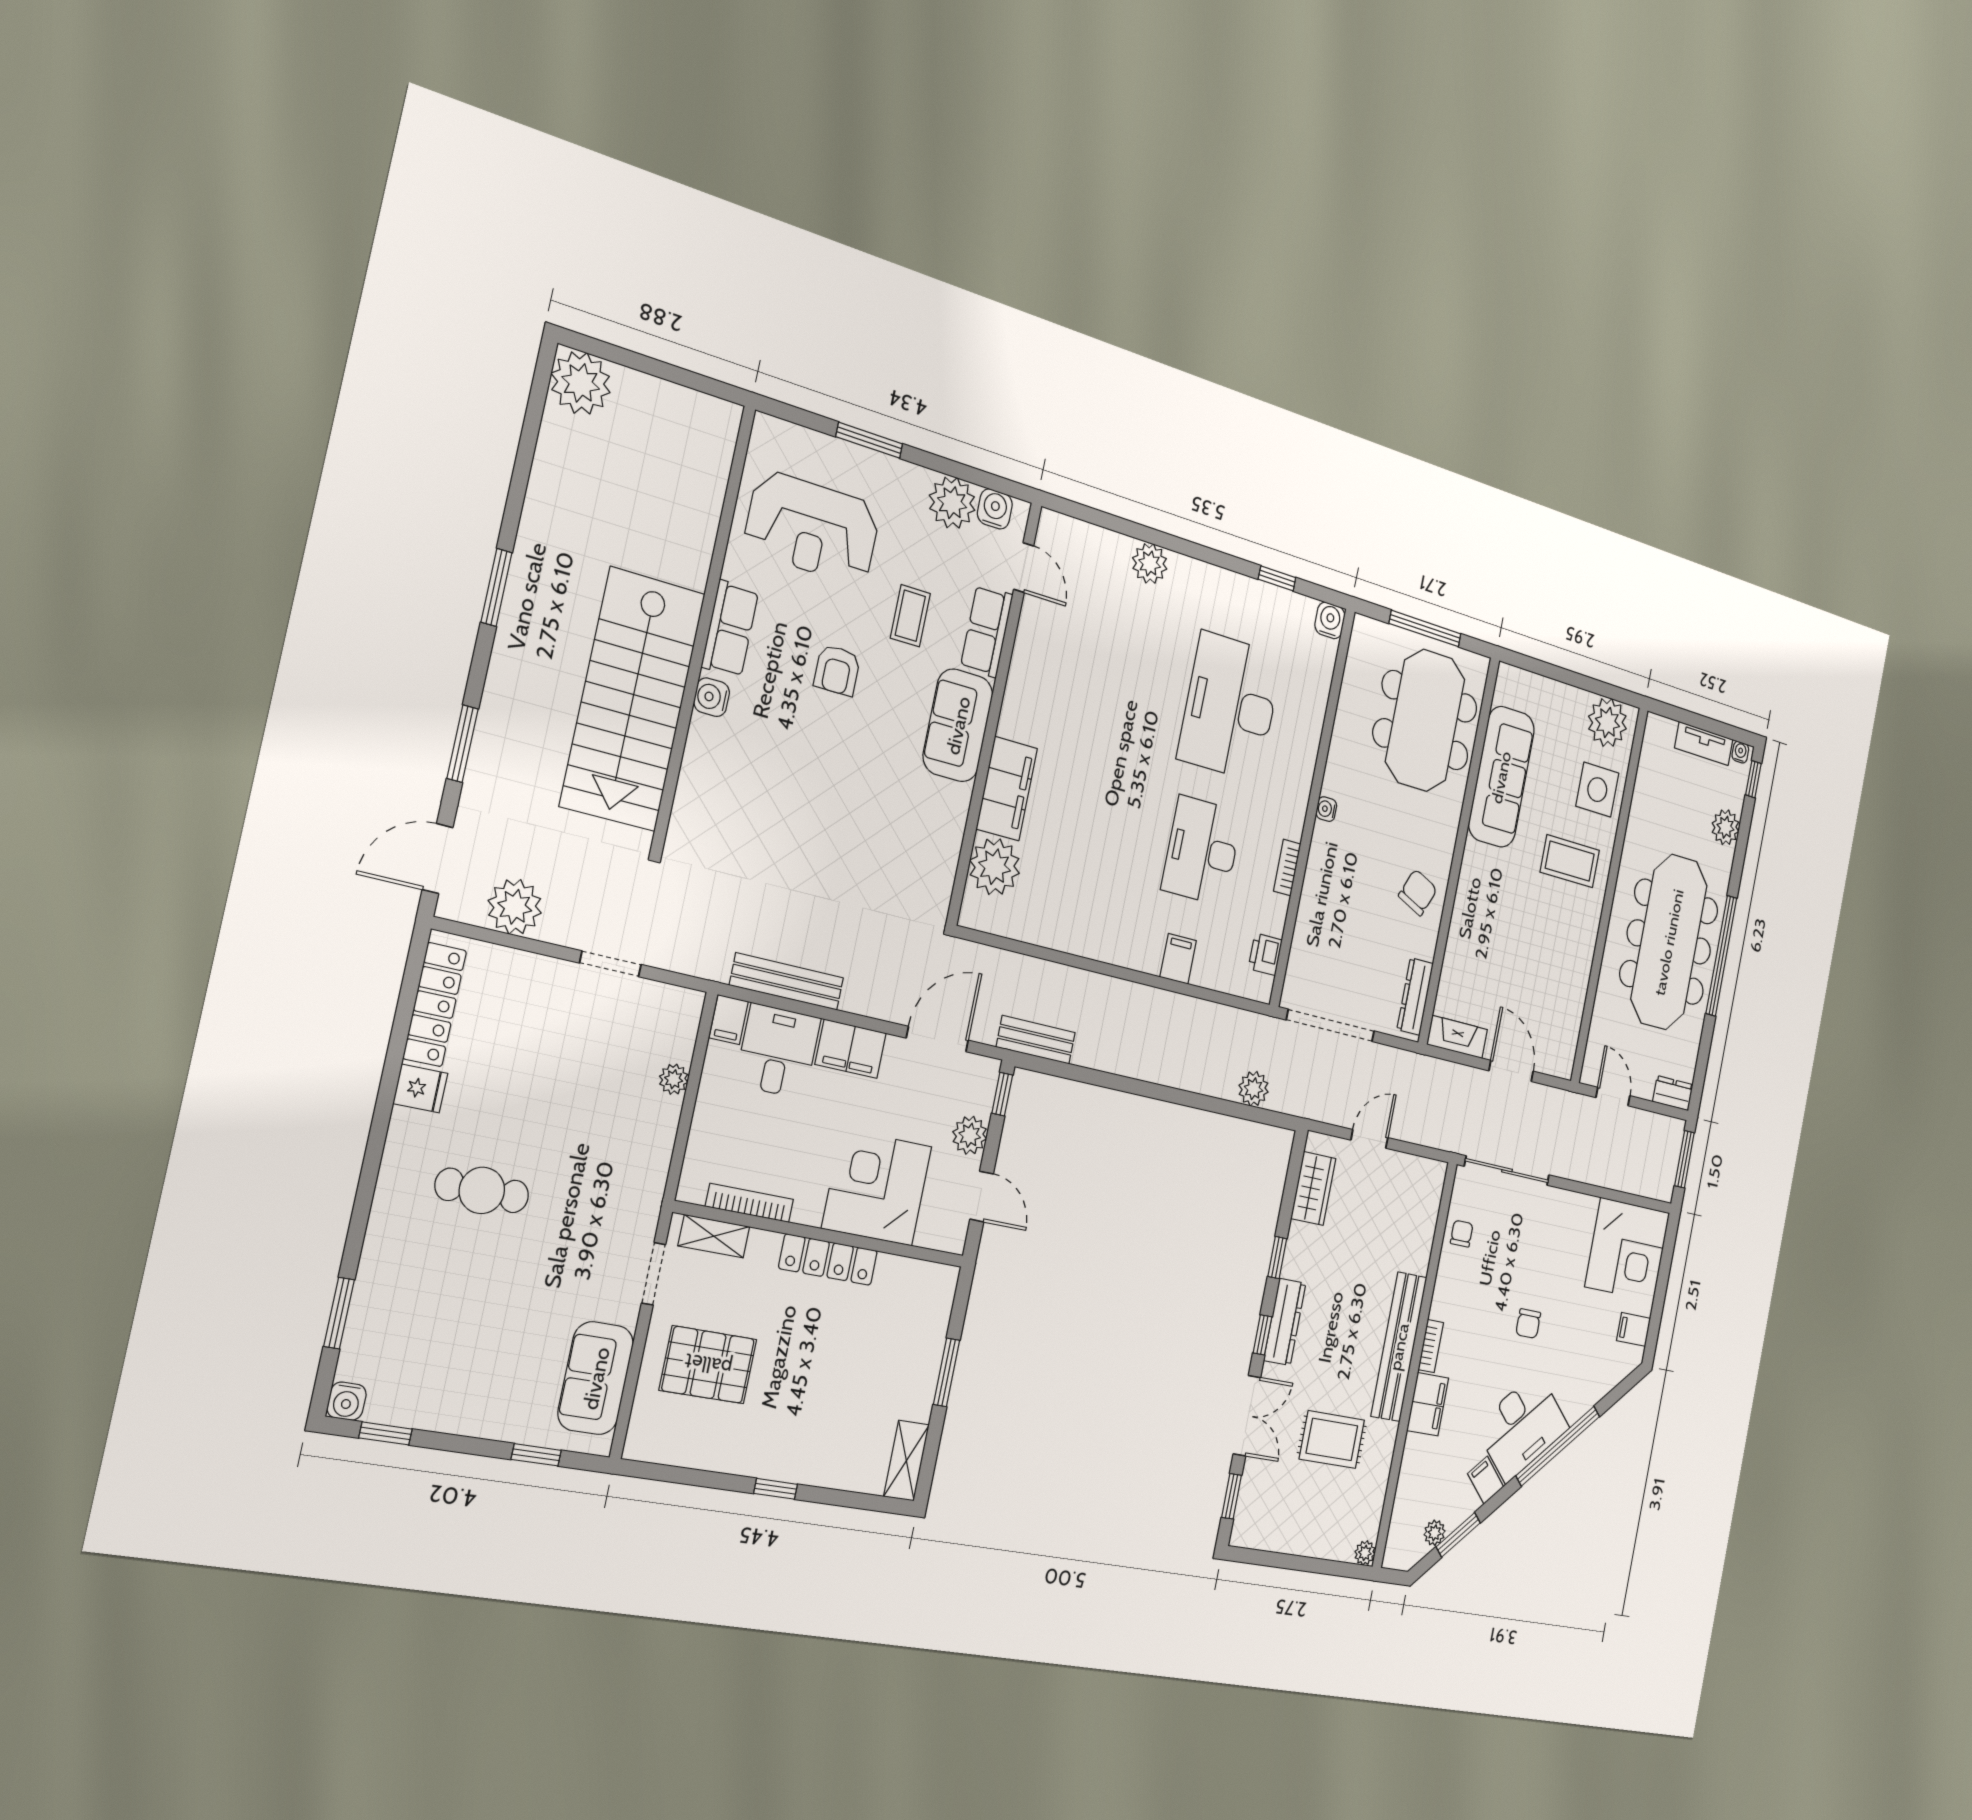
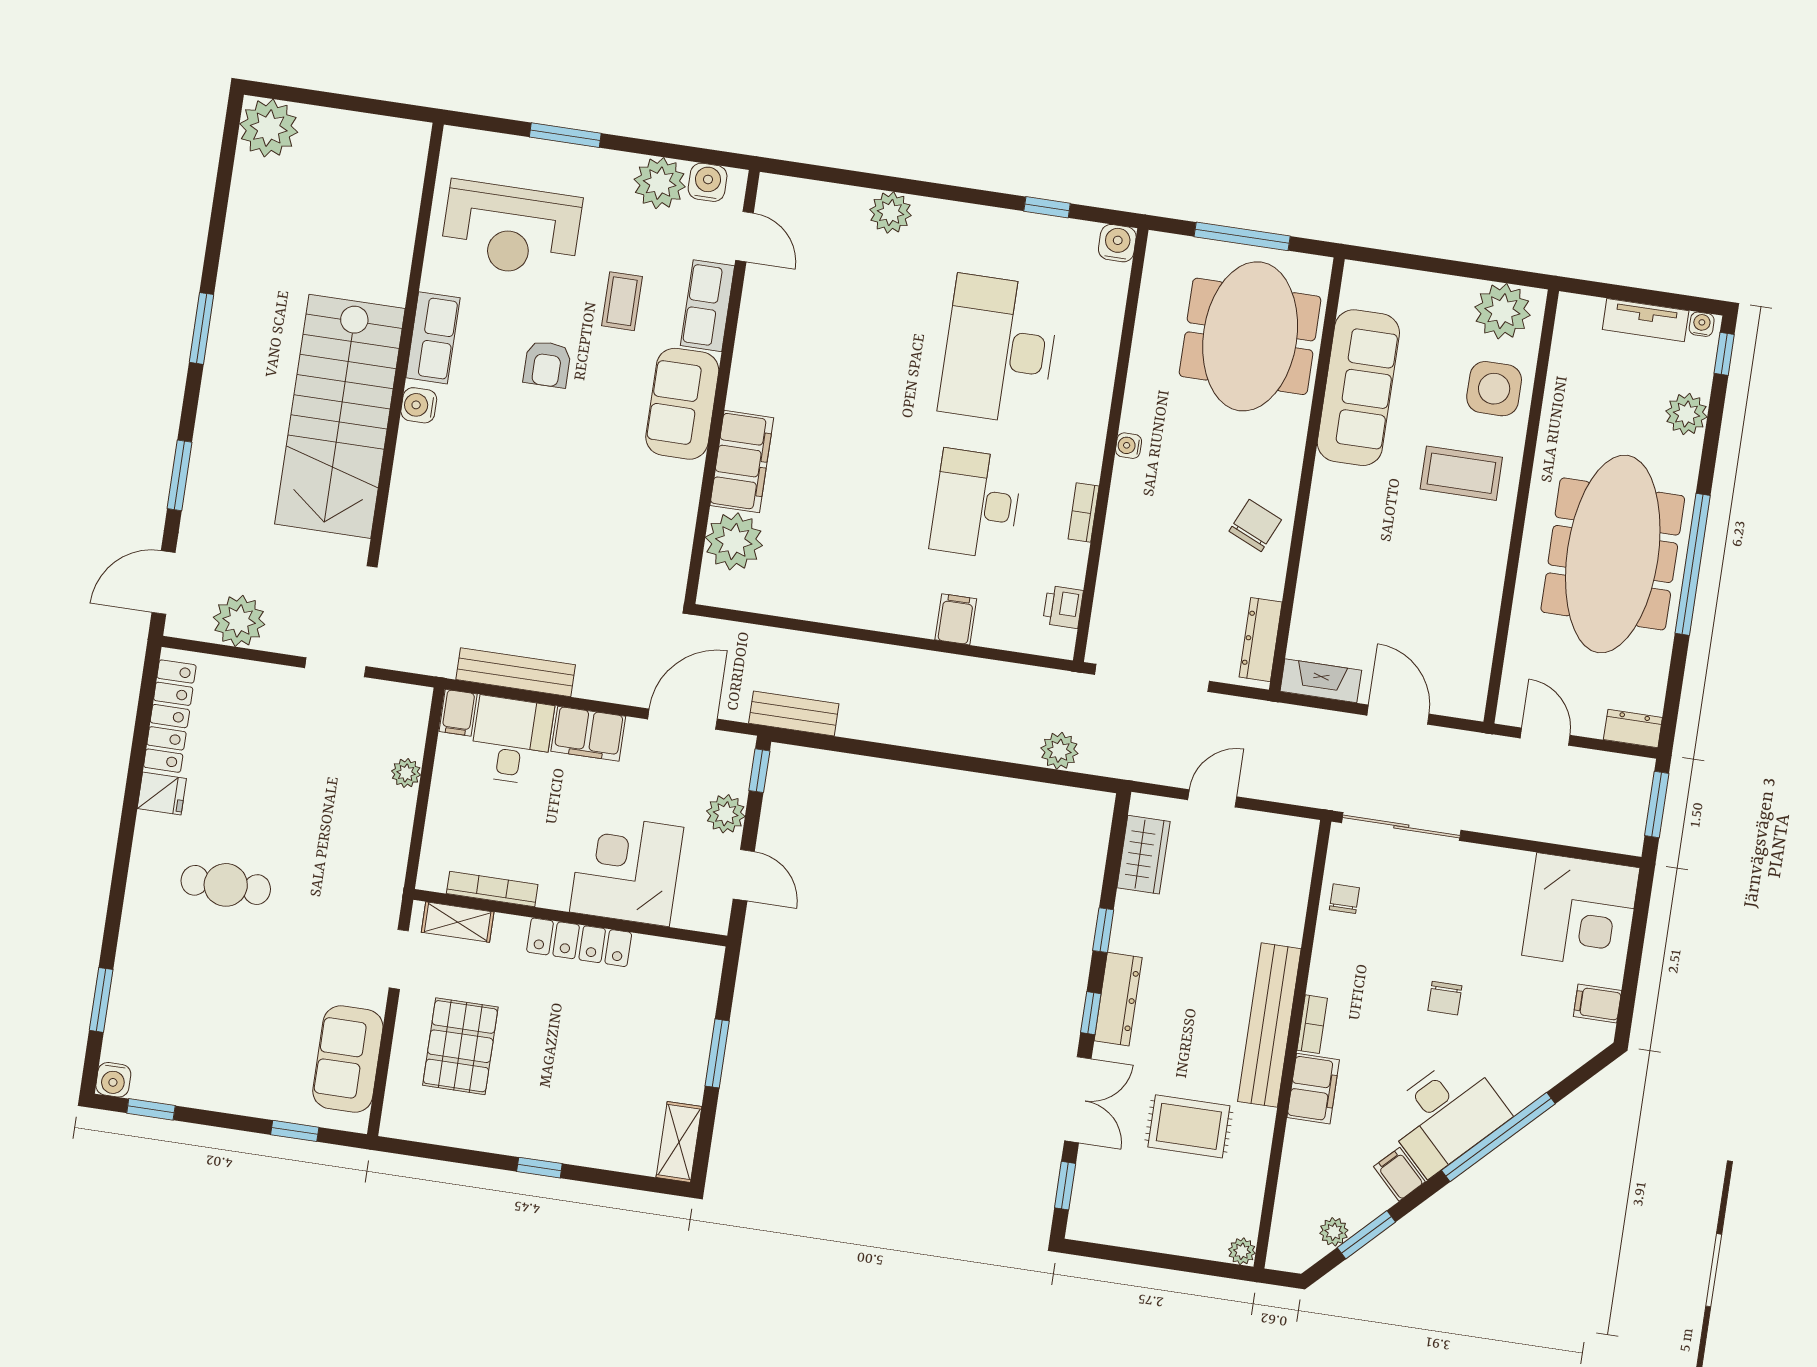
pallet: (708, 1365) -> (460, 1046), turned 90

